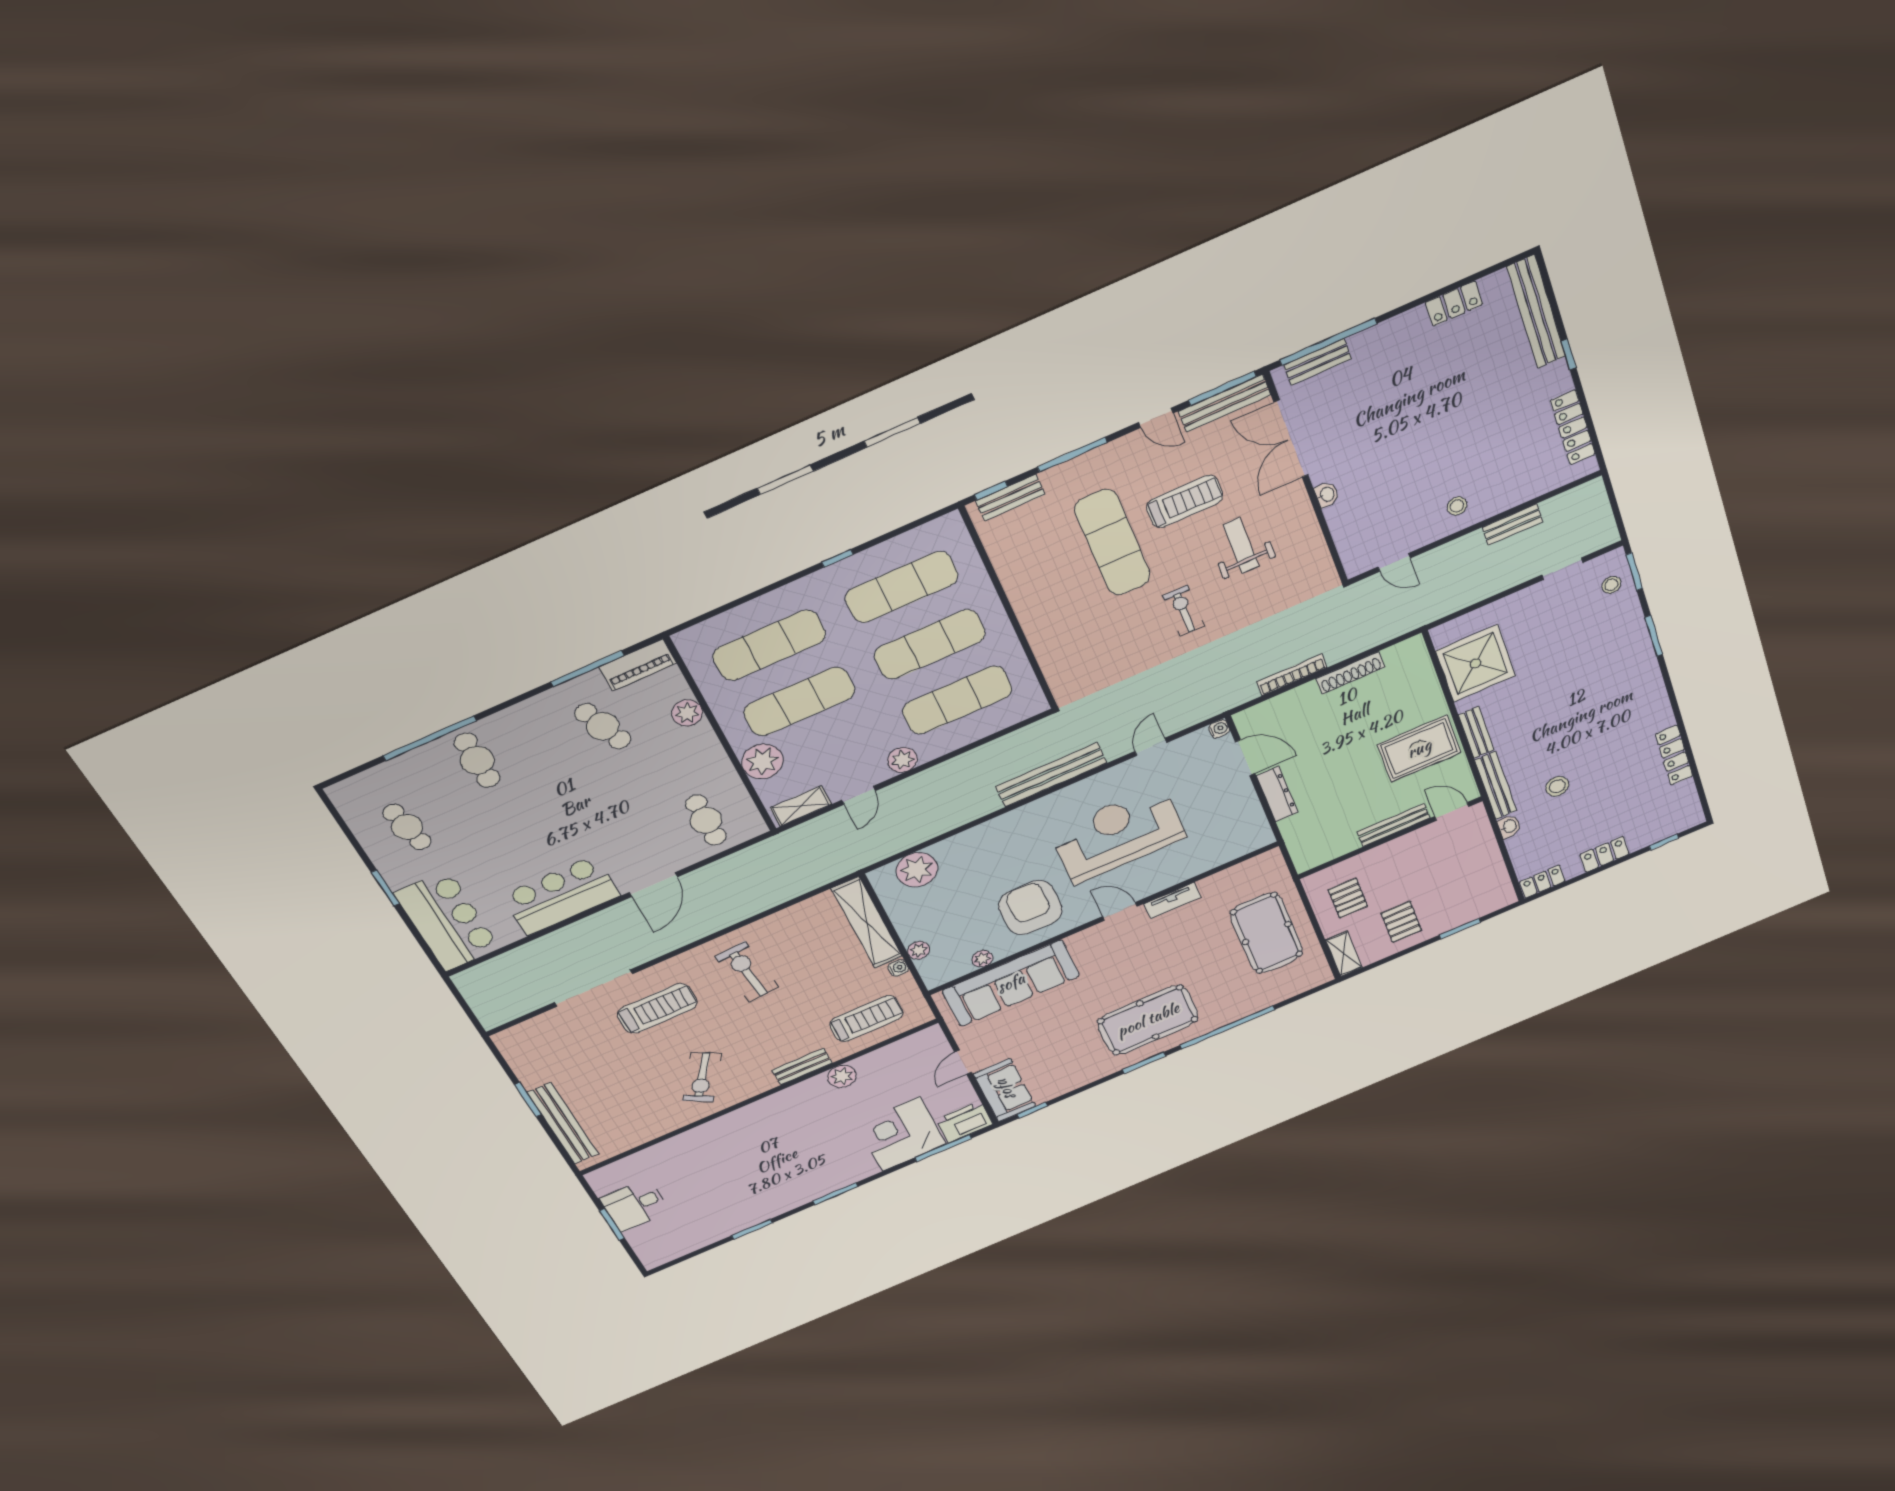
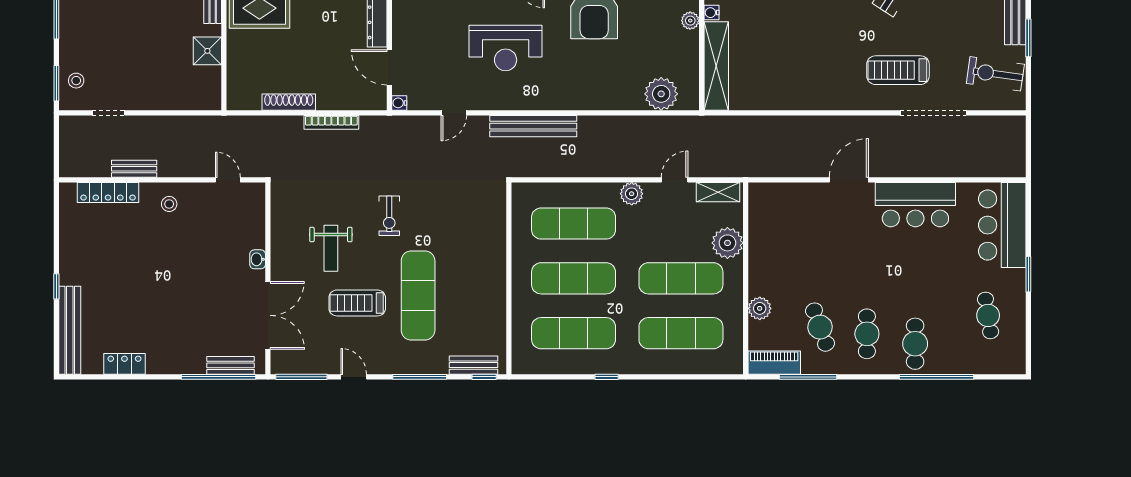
bench: (1225, 403) -> (304, 365), removed
locker: (1573, 427) -> (108, 193), moved, turned 90
shower: (1475, 663) -> (207, 51), width x0.54, depth x0.54
cafe table: (706, 820) -> (867, 334), moved
reception desk: (1118, 834) -> (506, 48), width x0.74, depth x0.77
exercise bike: (747, 972) -> (995, 74), moved, turned 103

